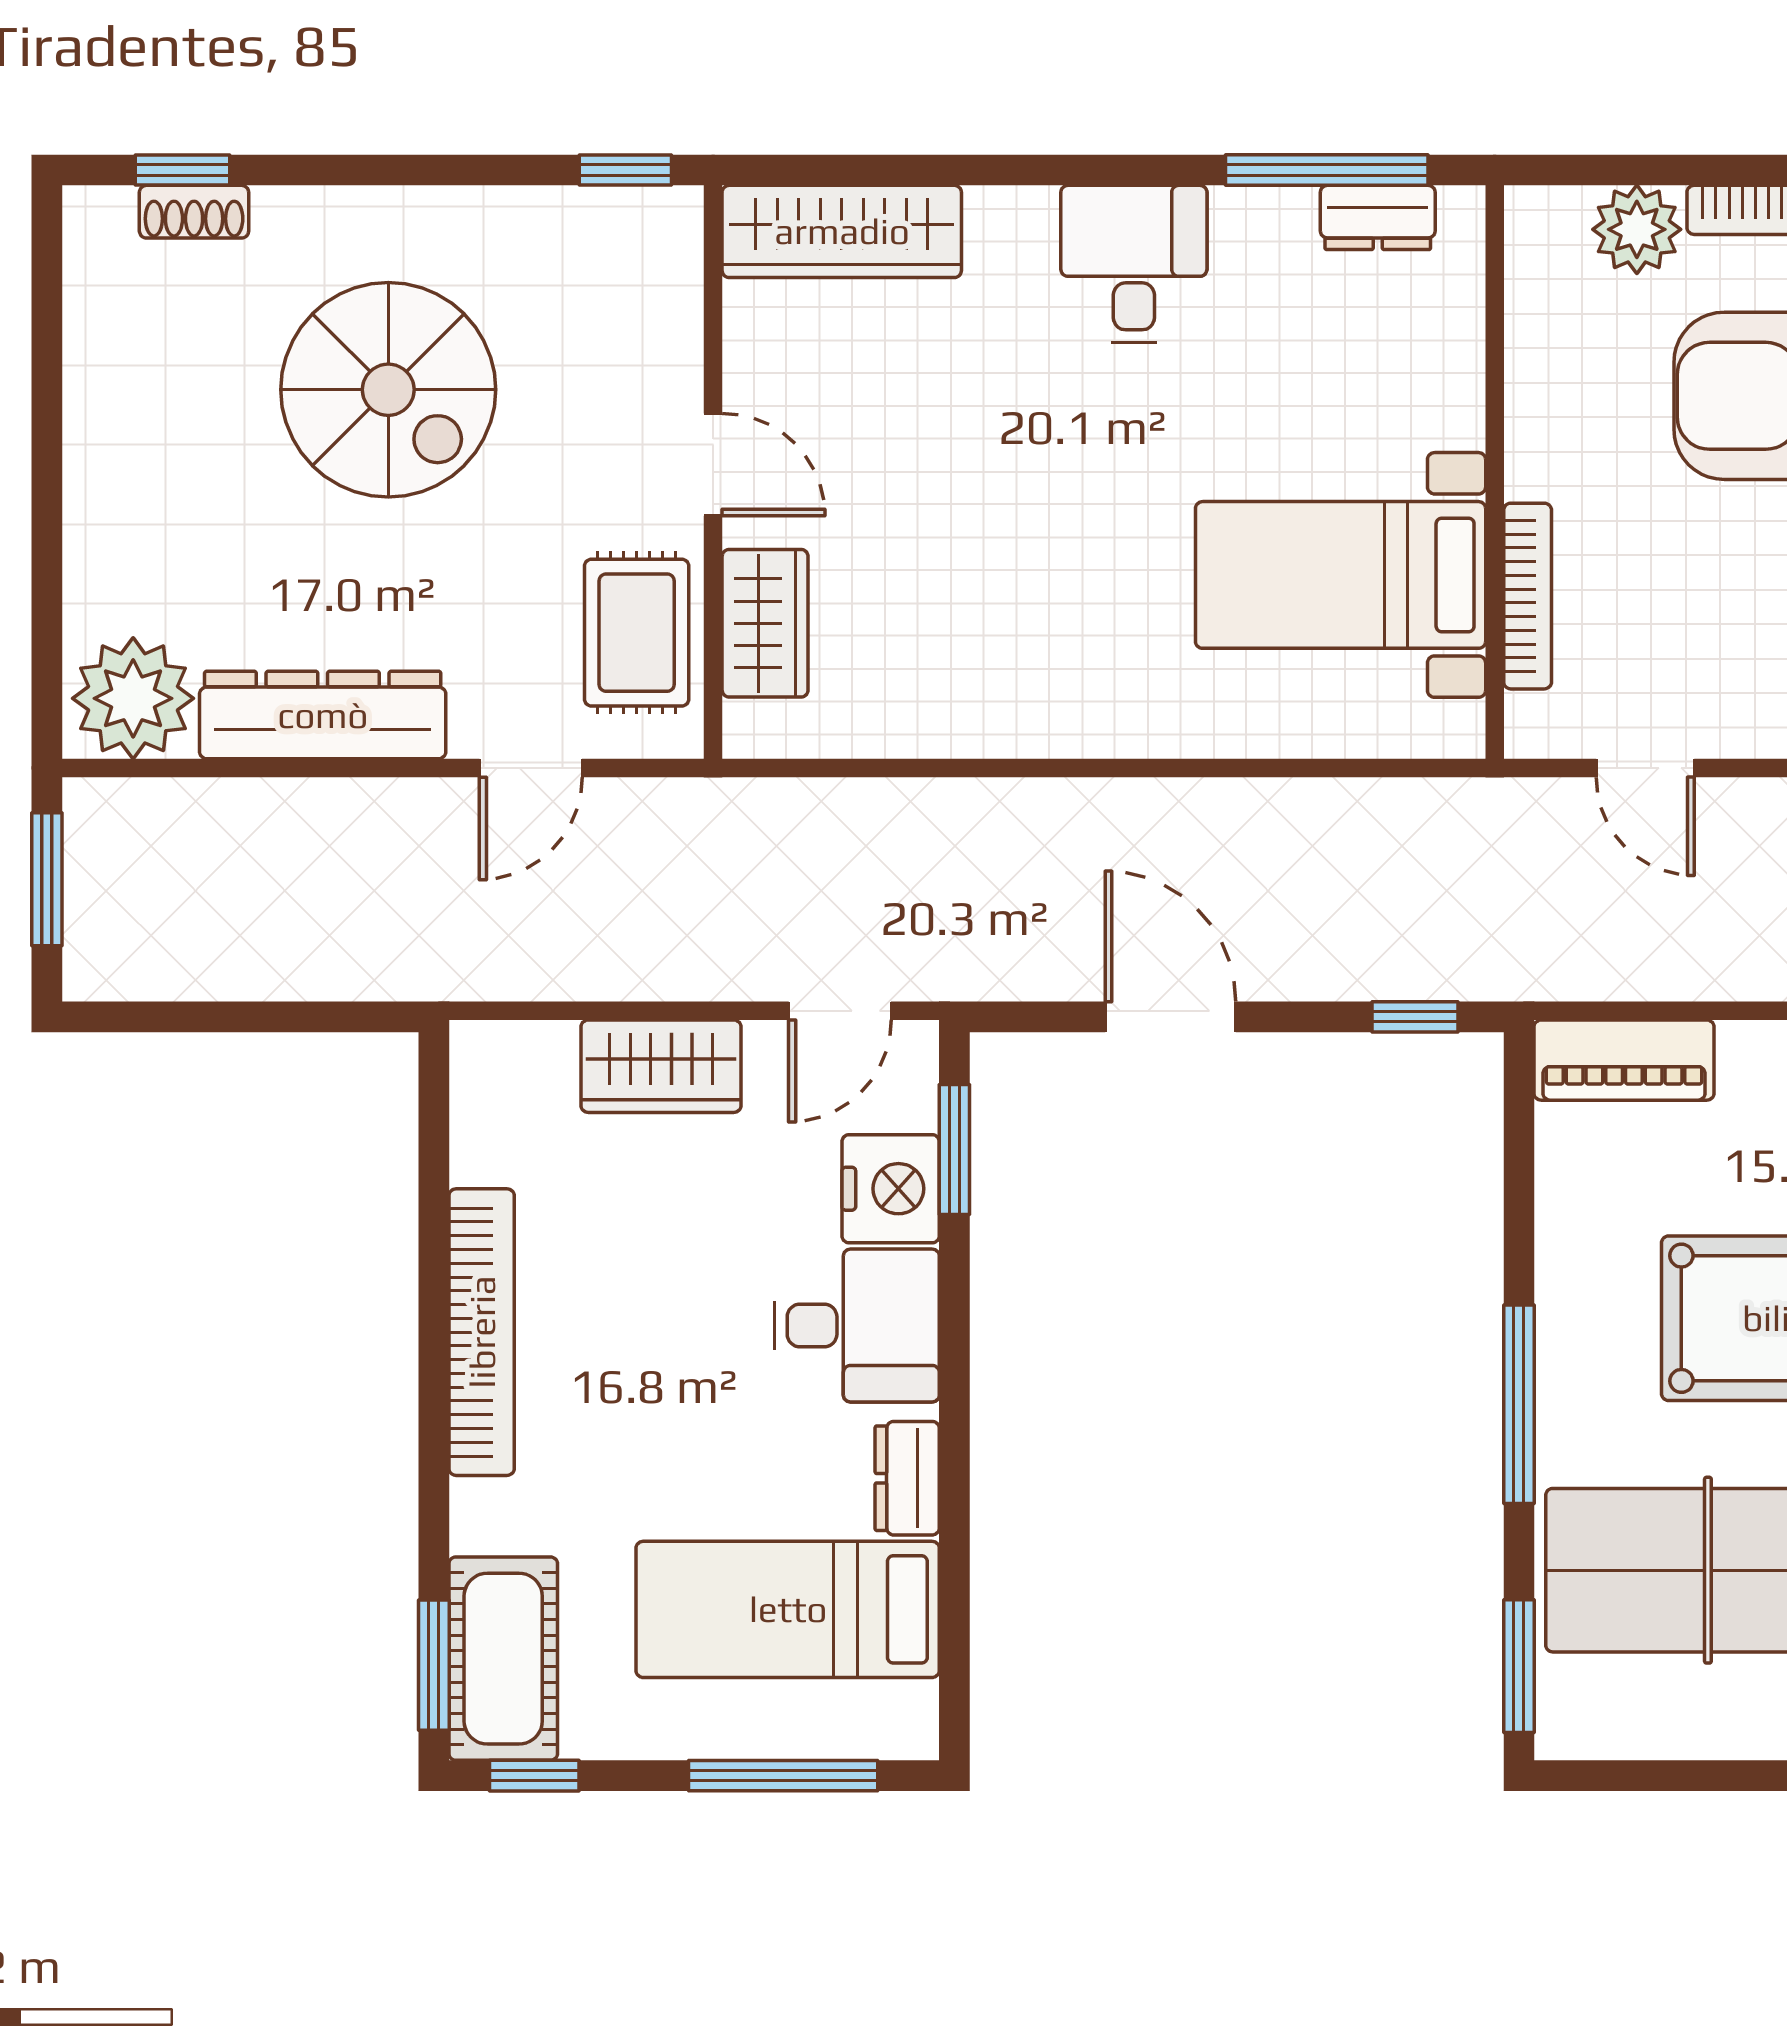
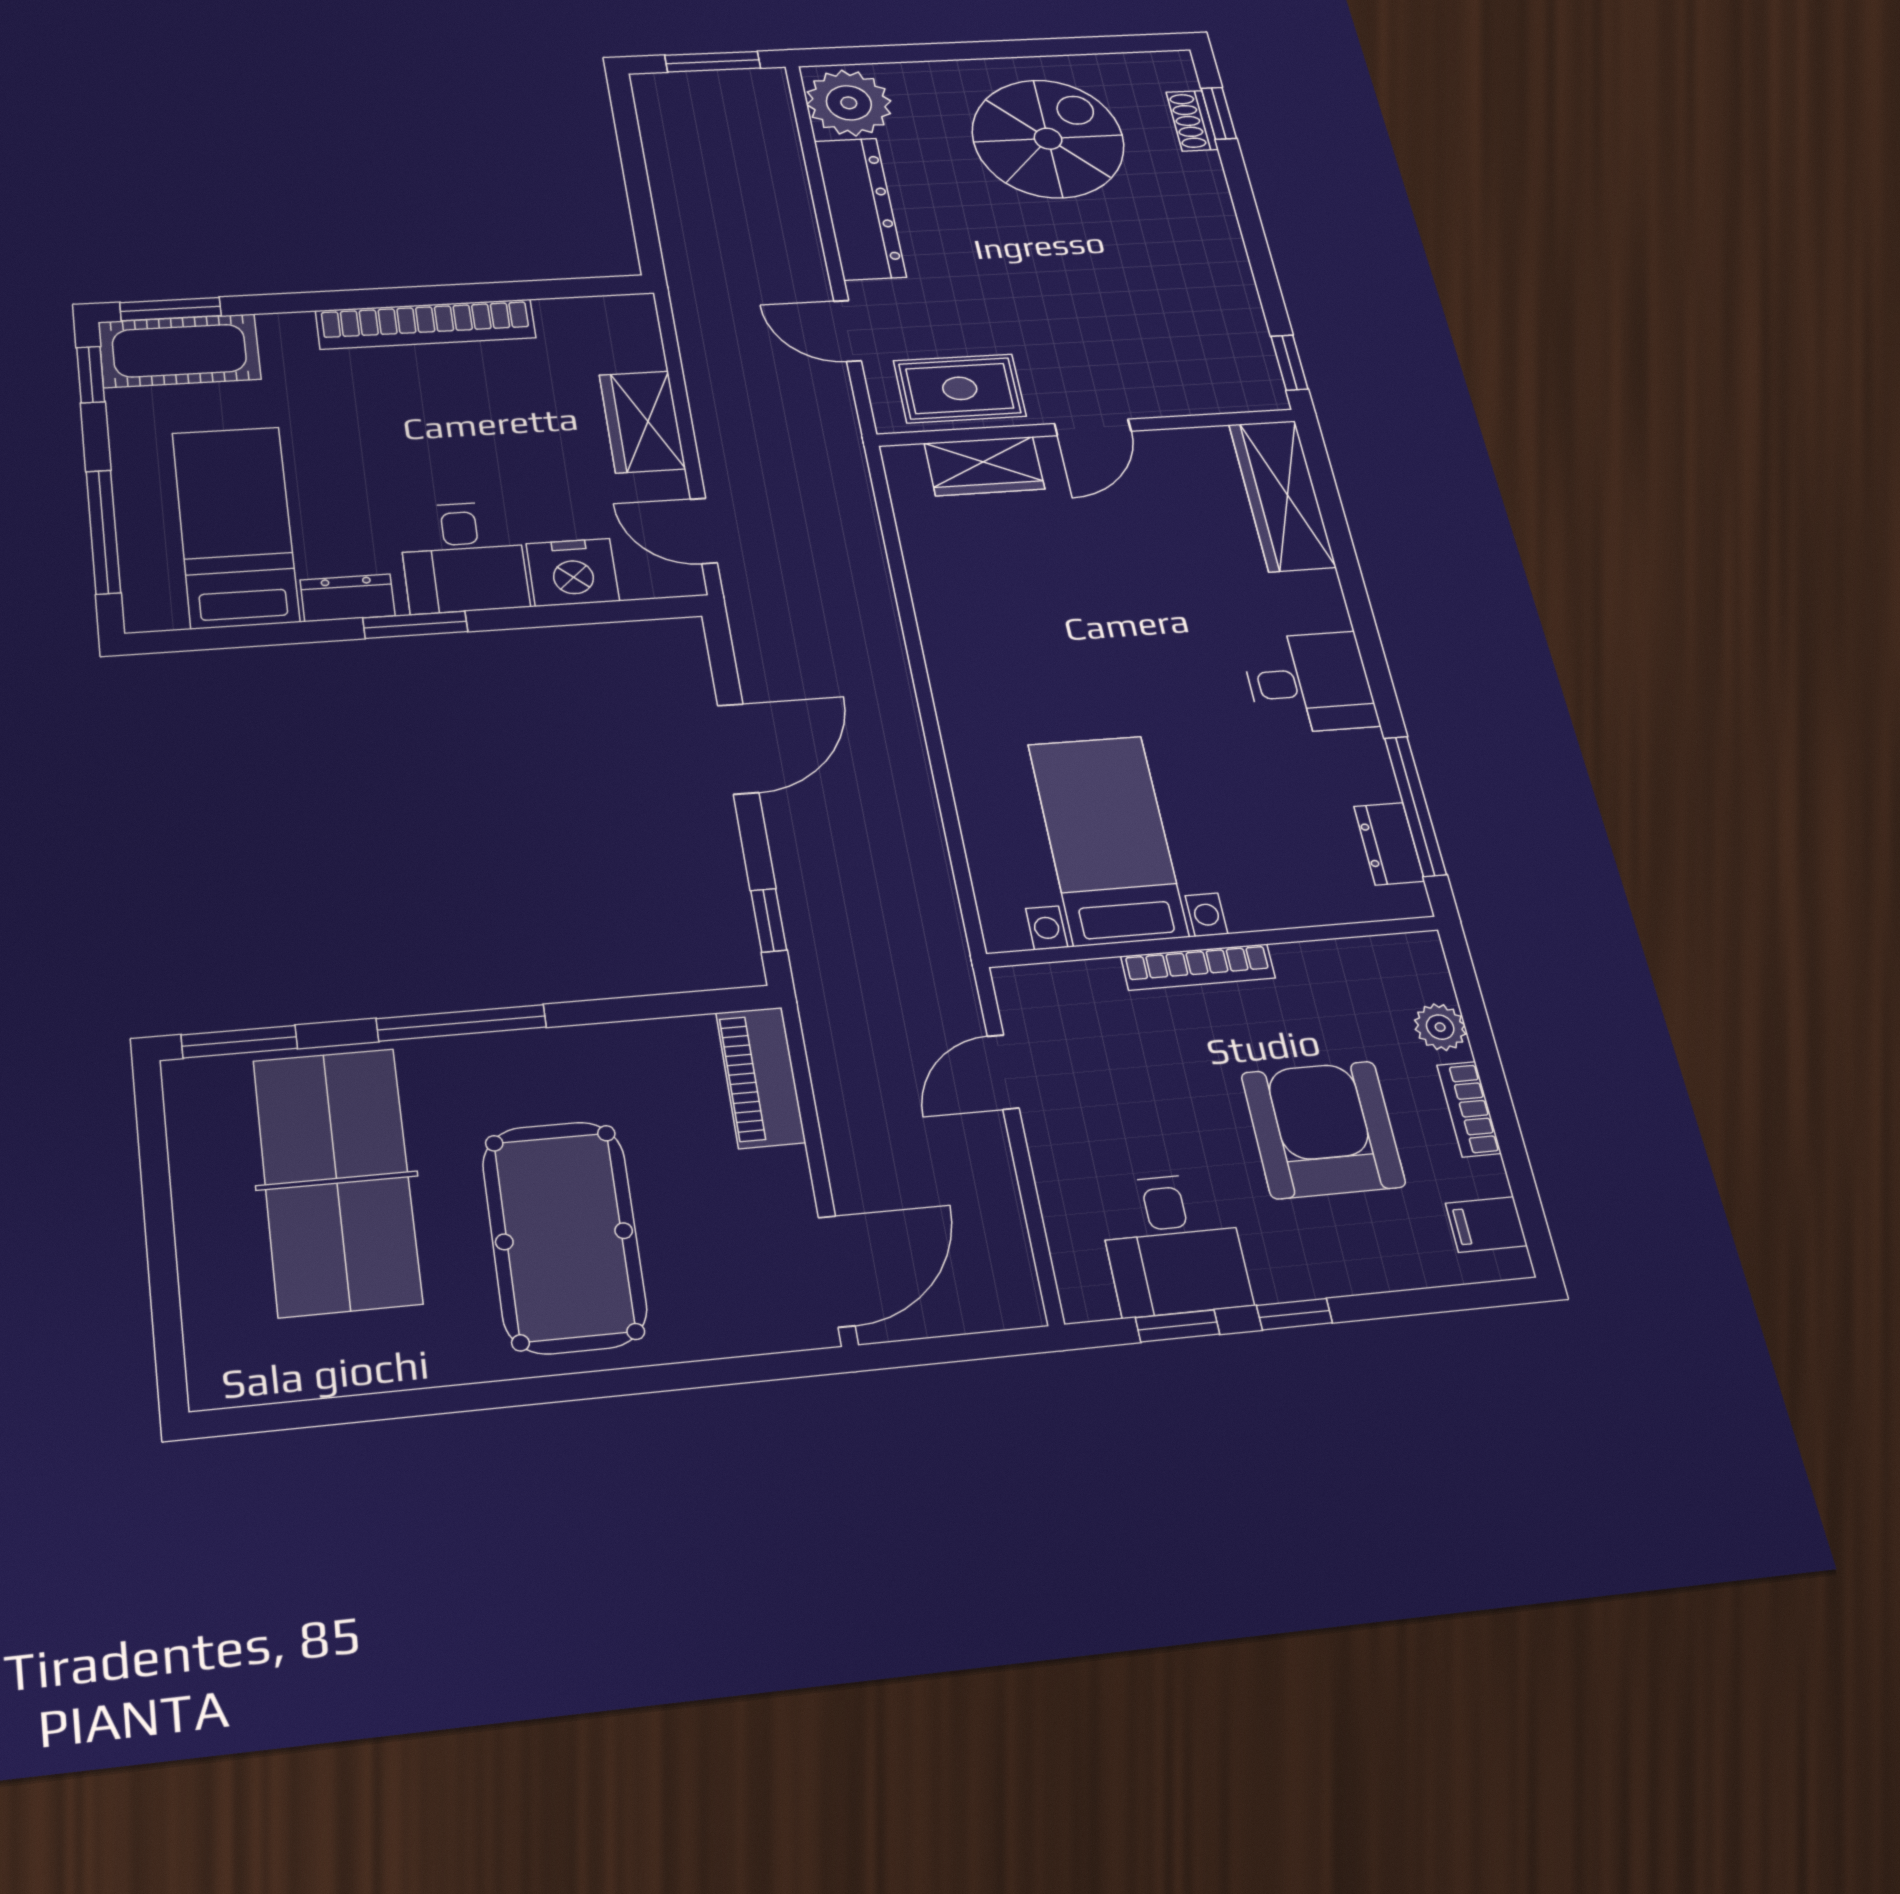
plant: (1637, 229) -> (1440, 1027), width x0.73, depth x0.73
spiral stairs: (388, 390) -> (1048, 139), moved, turned 180
bookcase: (1528, 596) -> (1198, 967), moved
window: (954, 1150) -> (415, 625), moved

